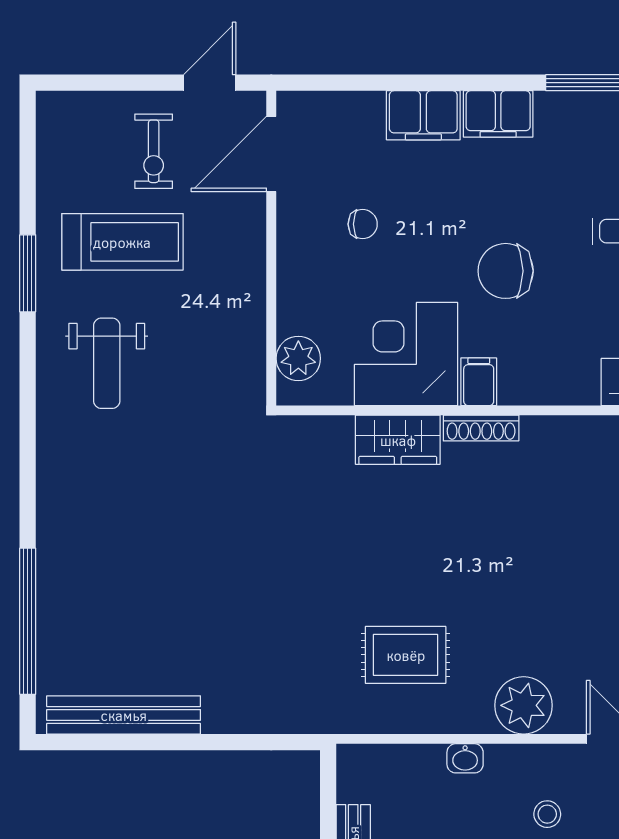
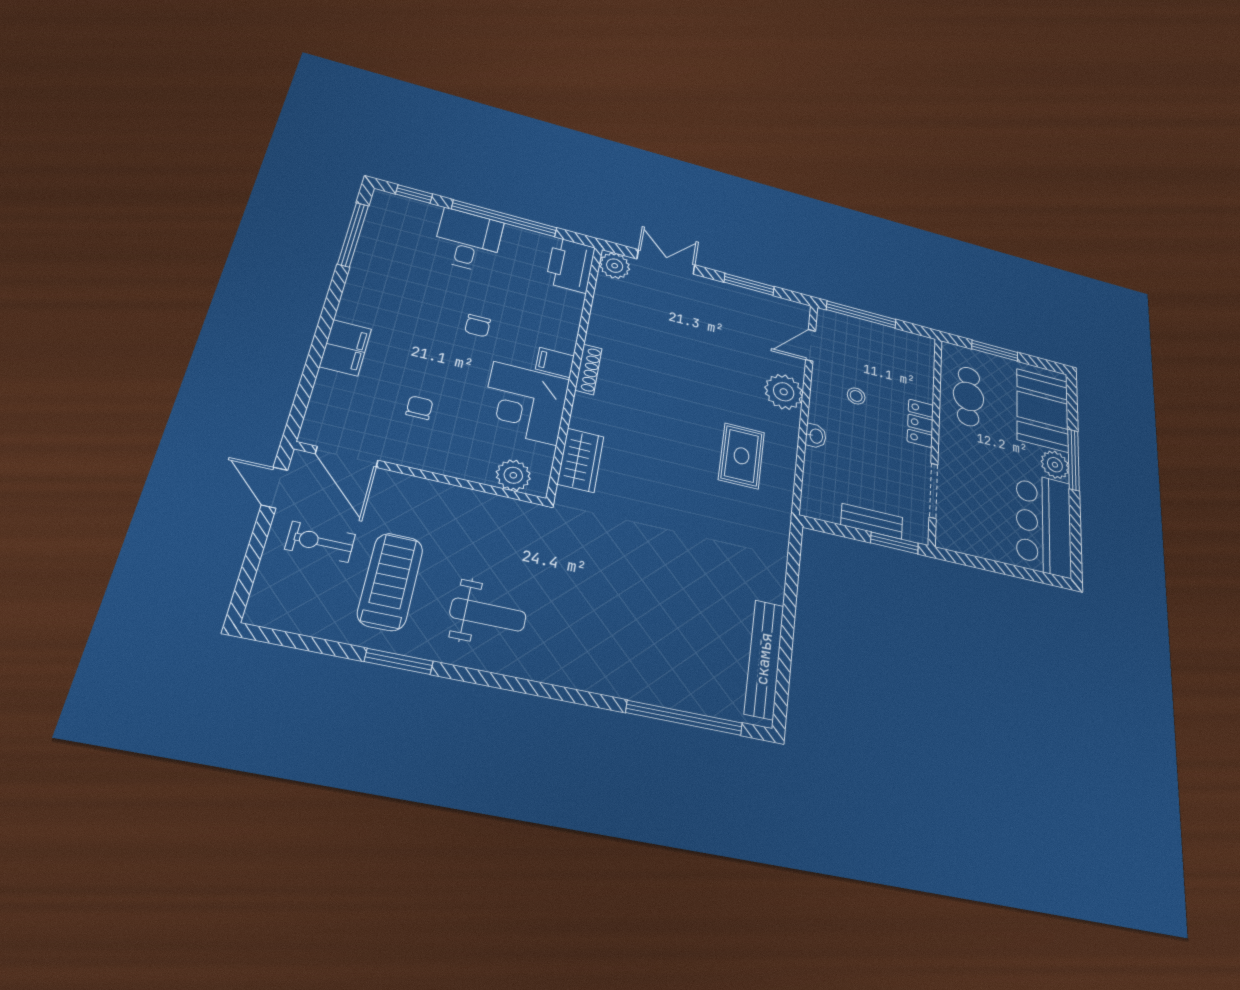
filing cabinet: (498, 114) -> (358, 301), removed
exercise bike: (154, 151) -> (320, 542), turned 180
chair: (506, 271) -> (478, 326), width x0.54, depth x0.54
wardrobe: (398, 440) -> (581, 460), moved

